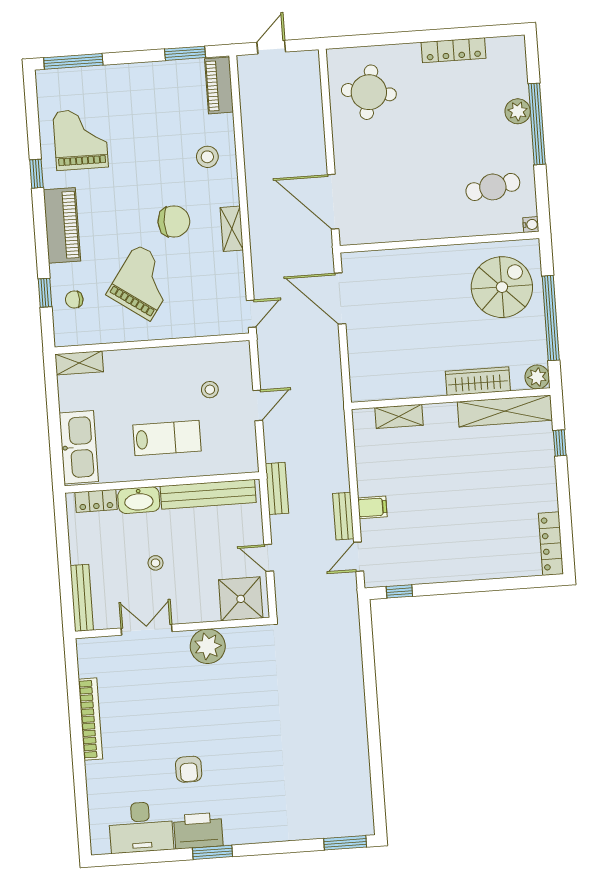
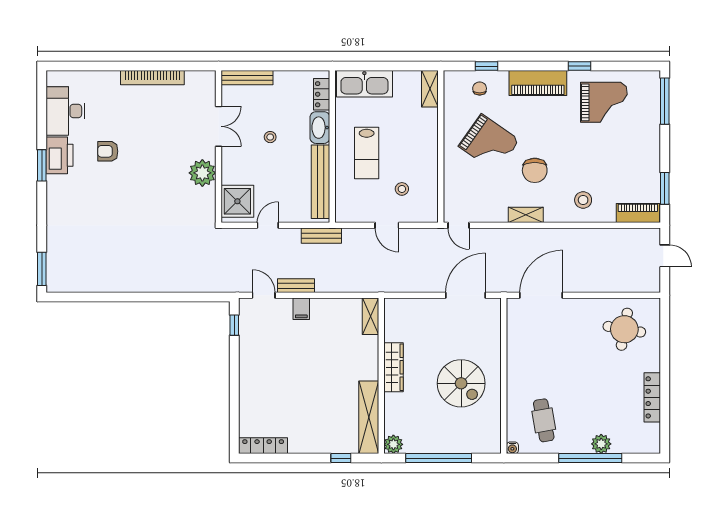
spiral stairs: (502, 287) -> (461, 383), moved
wardrobe: (478, 381) -> (394, 367), moved
shelving: (399, 416) -> (371, 316), moved

